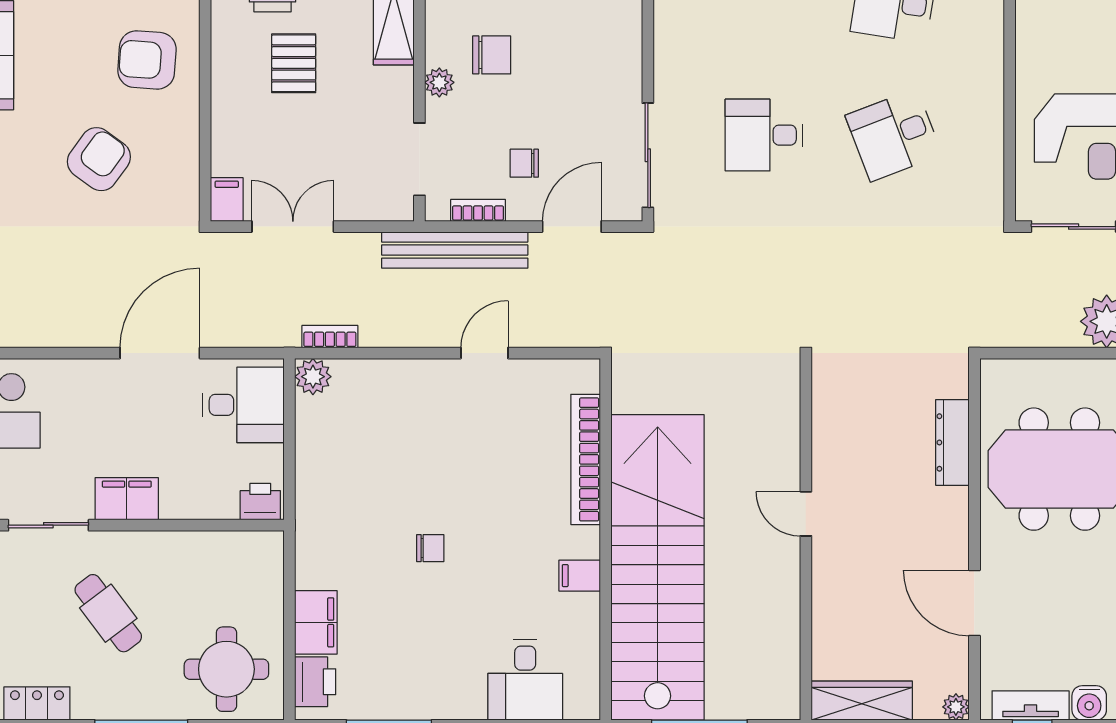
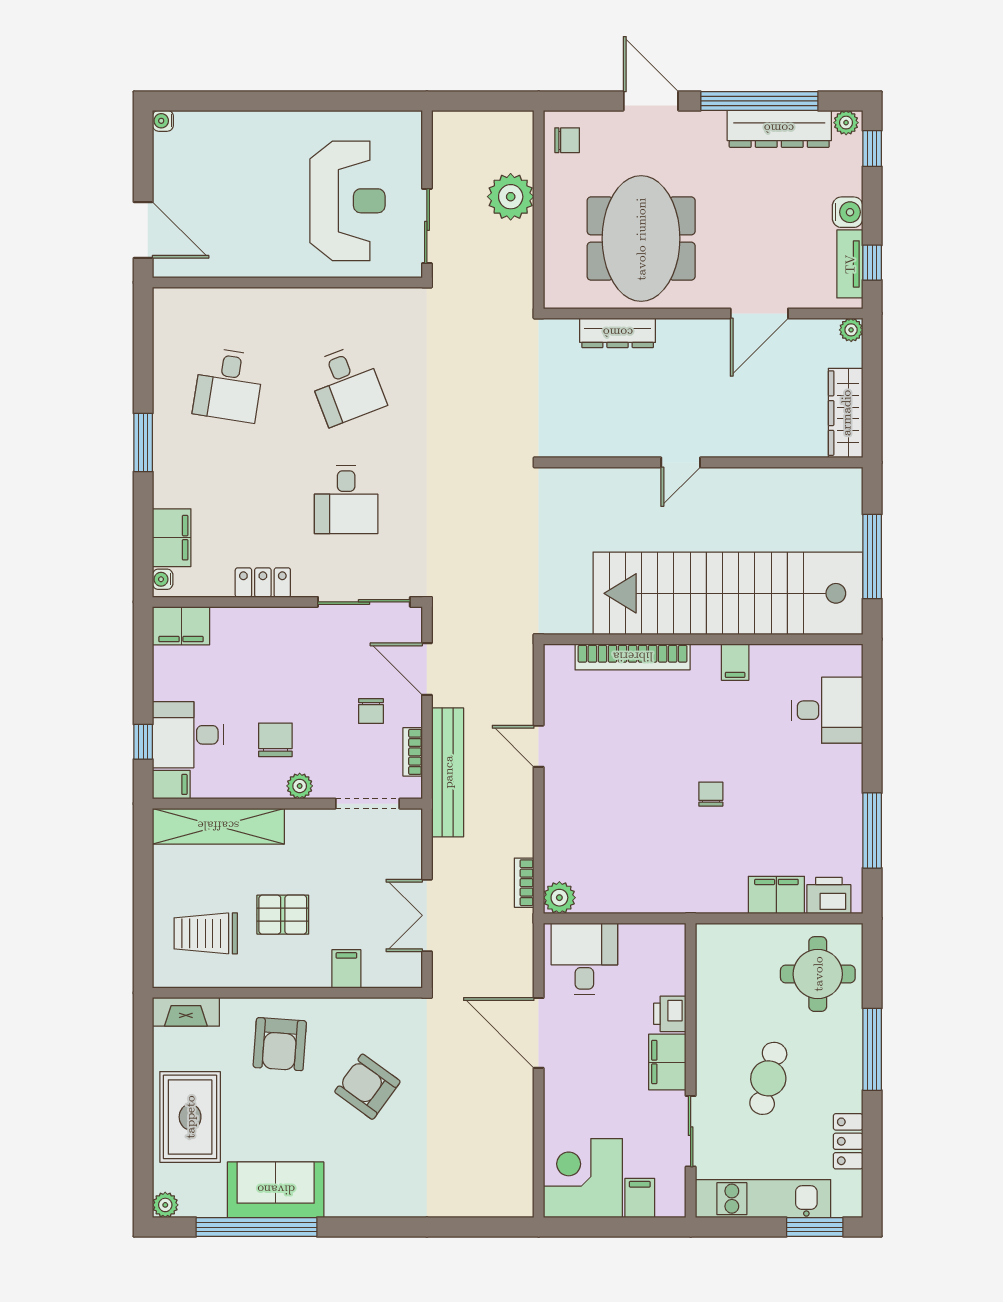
locker: (670, 41) -> (263, 583), added
filing cabinet: (227, 200) -> (346, 969), moved, turned 90
printer: (260, 502) -> (670, 1014), moved
cafe table: (108, 613) -> (768, 1078), turned -39

